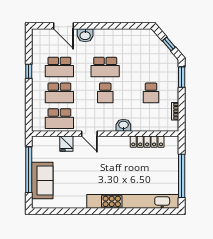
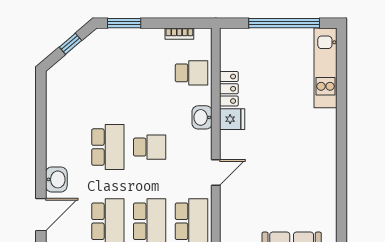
school desk: (151, 93) -> (191, 73), moved
locker: (147, 142) -> (229, 89), width x0.66
fridge: (66, 144) -> (232, 119), moved
kitchen unit: (133, 201) -> (326, 68), width x0.54

